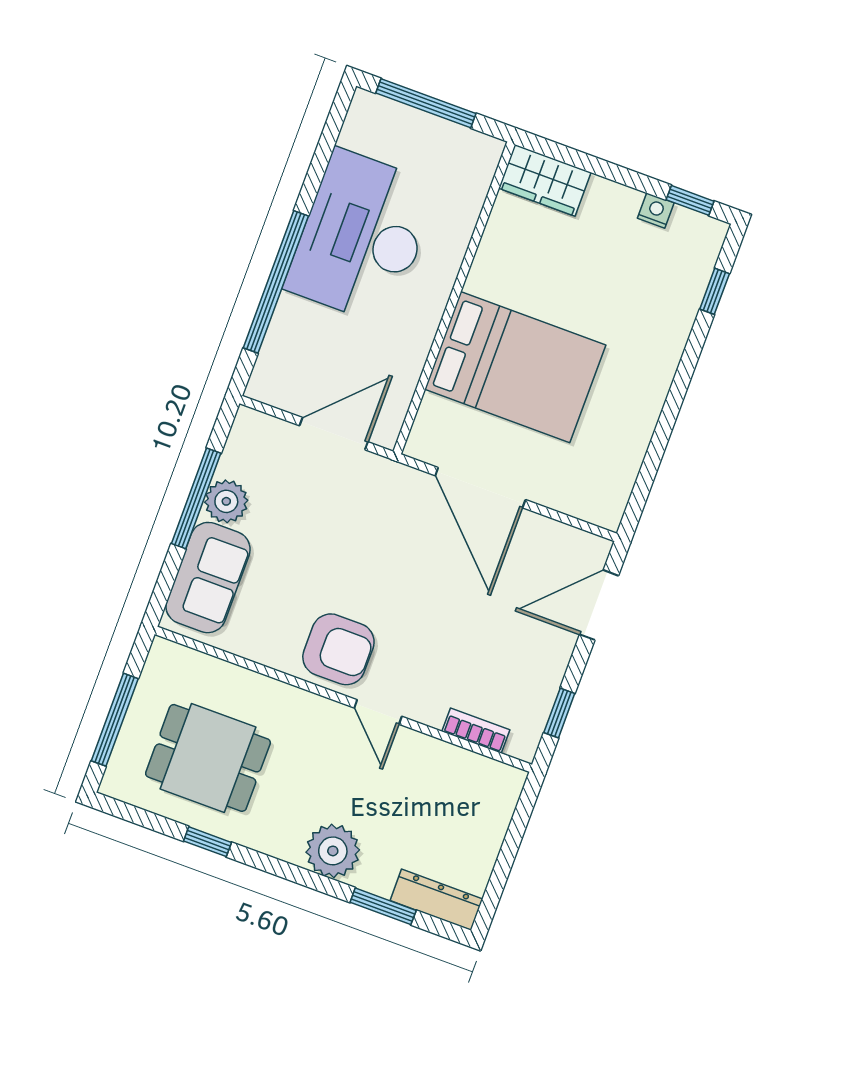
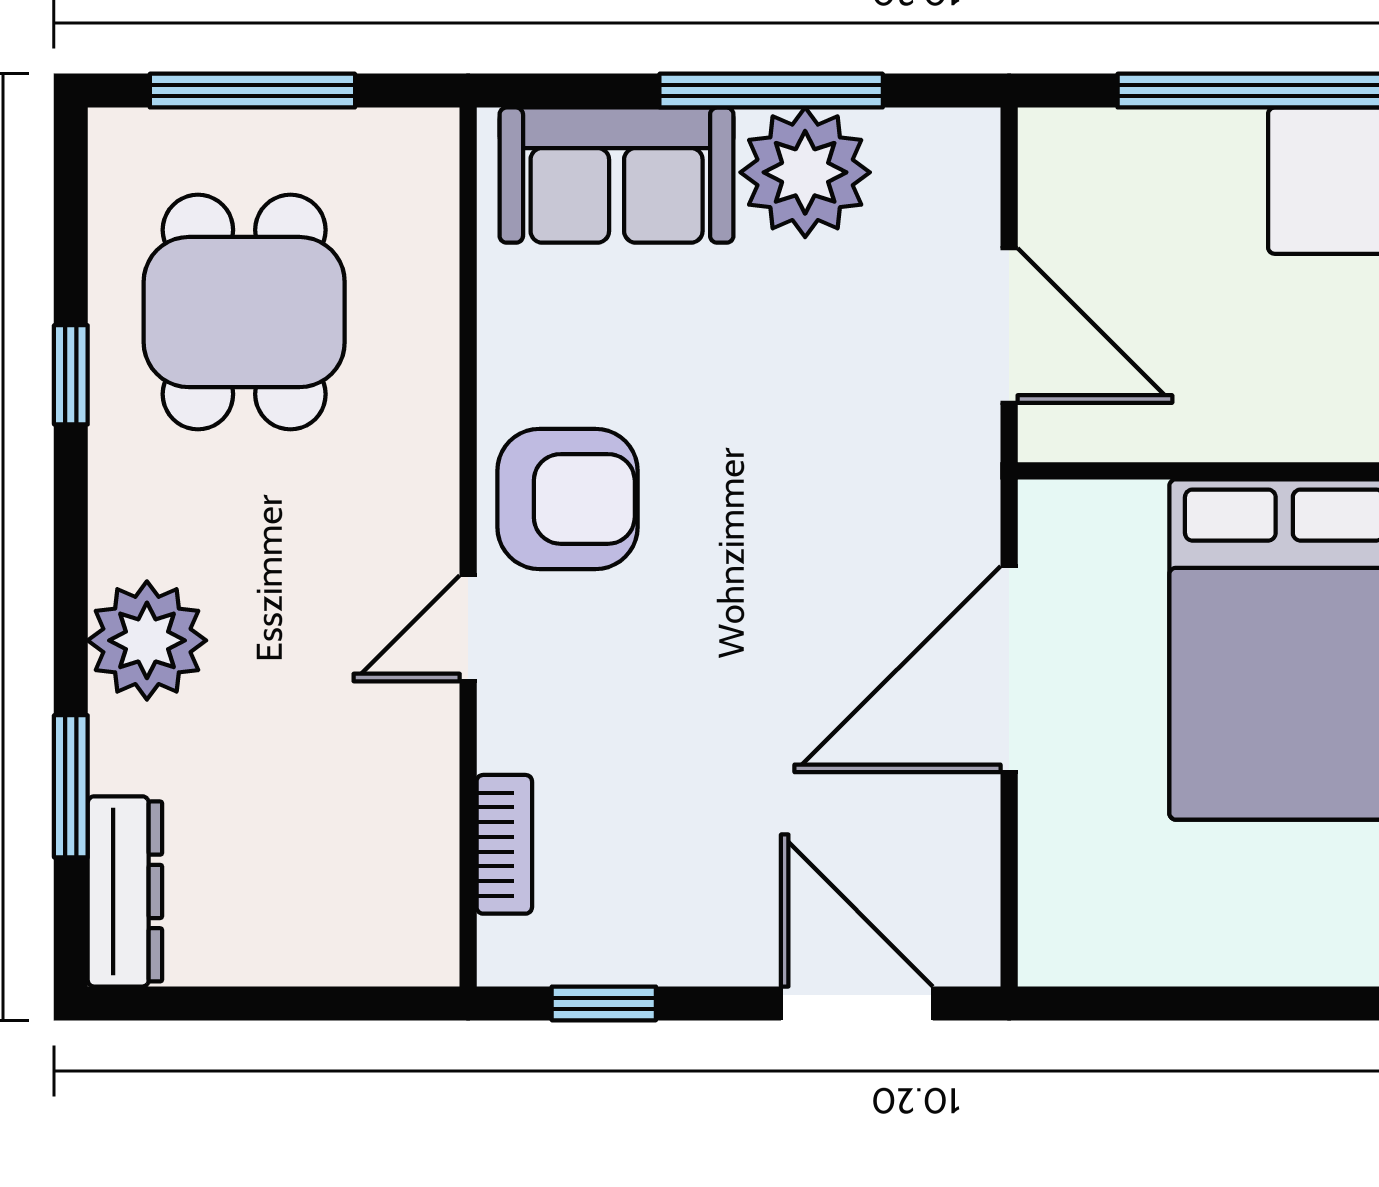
plant: (226, 501) -> (805, 172), width x1.36, depth x1.36
armchair: (338, 649) -> (567, 499), turned -90

